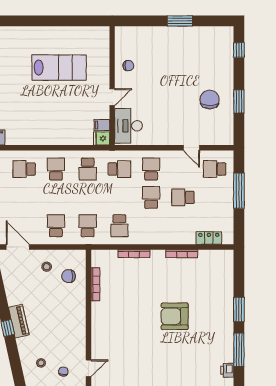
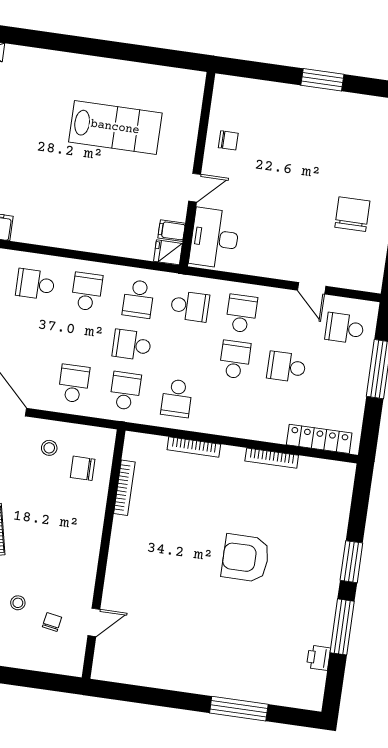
school desk: (88, 197) -> (132, 345), added
locker: (209, 238) -> (319, 439), width x1.53

